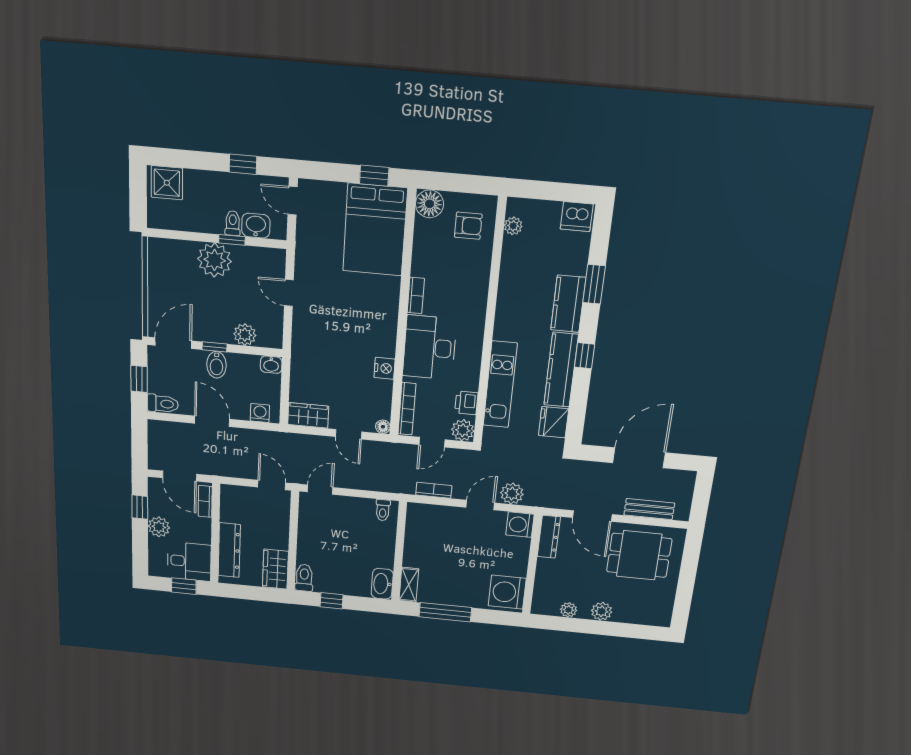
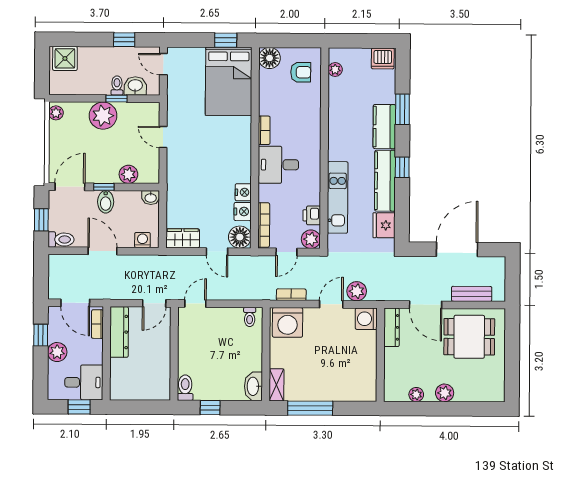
plant: (156, 252) -> (56, 113), added
desk: (430, 347) -> (278, 165), width x0.73
nightstand: (382, 391) -> (243, 212), added
floor lamp: (383, 427) -> (240, 237), width x1.89, depth x1.89
door: (272, 485) -> (154, 303), swing flipped
dresser: (229, 550) -> (119, 332), moved
wardrobe: (275, 569) -> (160, 382), removed
washing machine: (507, 592) -> (288, 322), moved, turned -90

